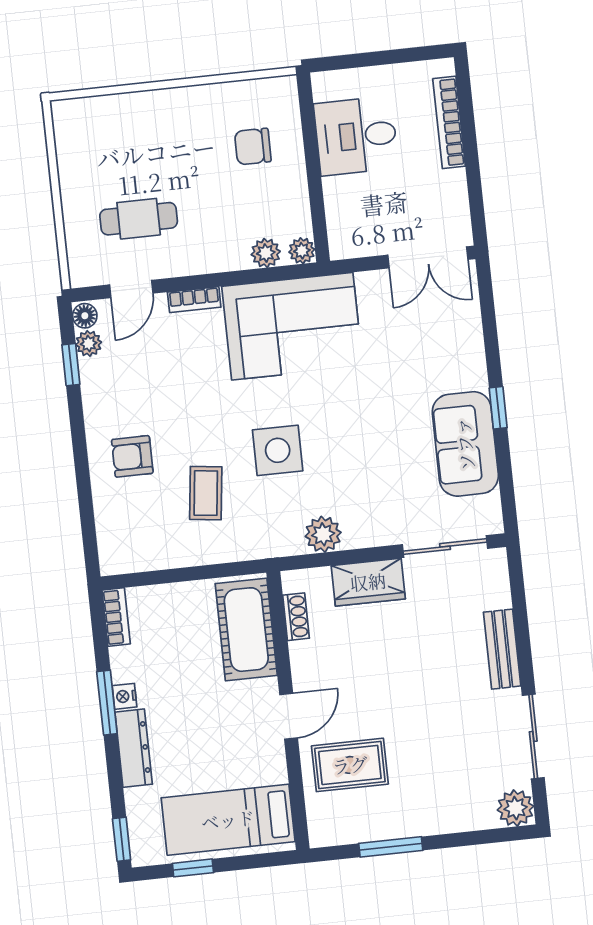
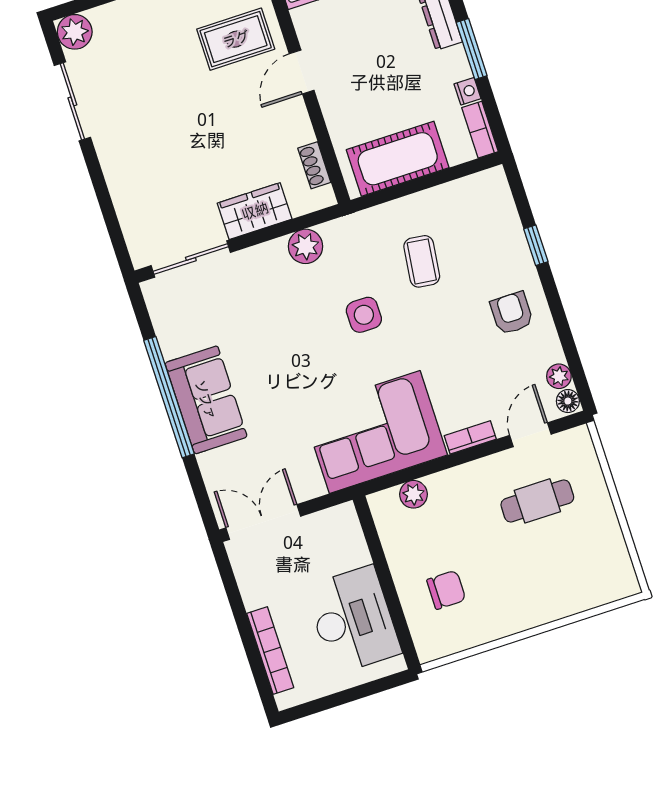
desk: (356, 136) -> (353, 620), width x1.37
plant: (302, 251) -> (381, 503), removed
window: (71, 365) -> (536, 245), moved
window: (498, 408) -> (169, 397), width x3.17
sofa: (465, 444) -> (206, 400), moved
side table: (278, 450) -> (364, 315), width x0.73, depth x0.73
armchair: (132, 456) -> (512, 313), moved, turned -90
cot: (246, 630) -> (398, 159), moved, turned 90
bench: (502, 649) -> (118, 176), removed
nightstand: (125, 696) -> (468, 91), moved

